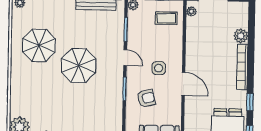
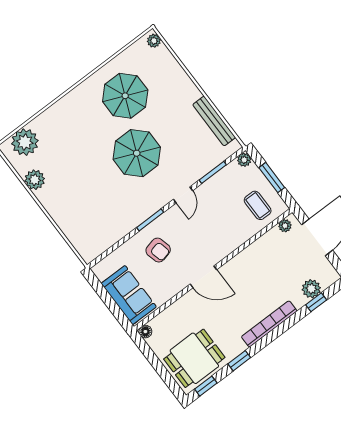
window: (251, 29) -> (316, 302), added
plant: (241, 36) -> (311, 289), moved
side table: (159, 68) -> (200, 238), removed
door: (183, 84) -> (203, 277), hinge flipped

